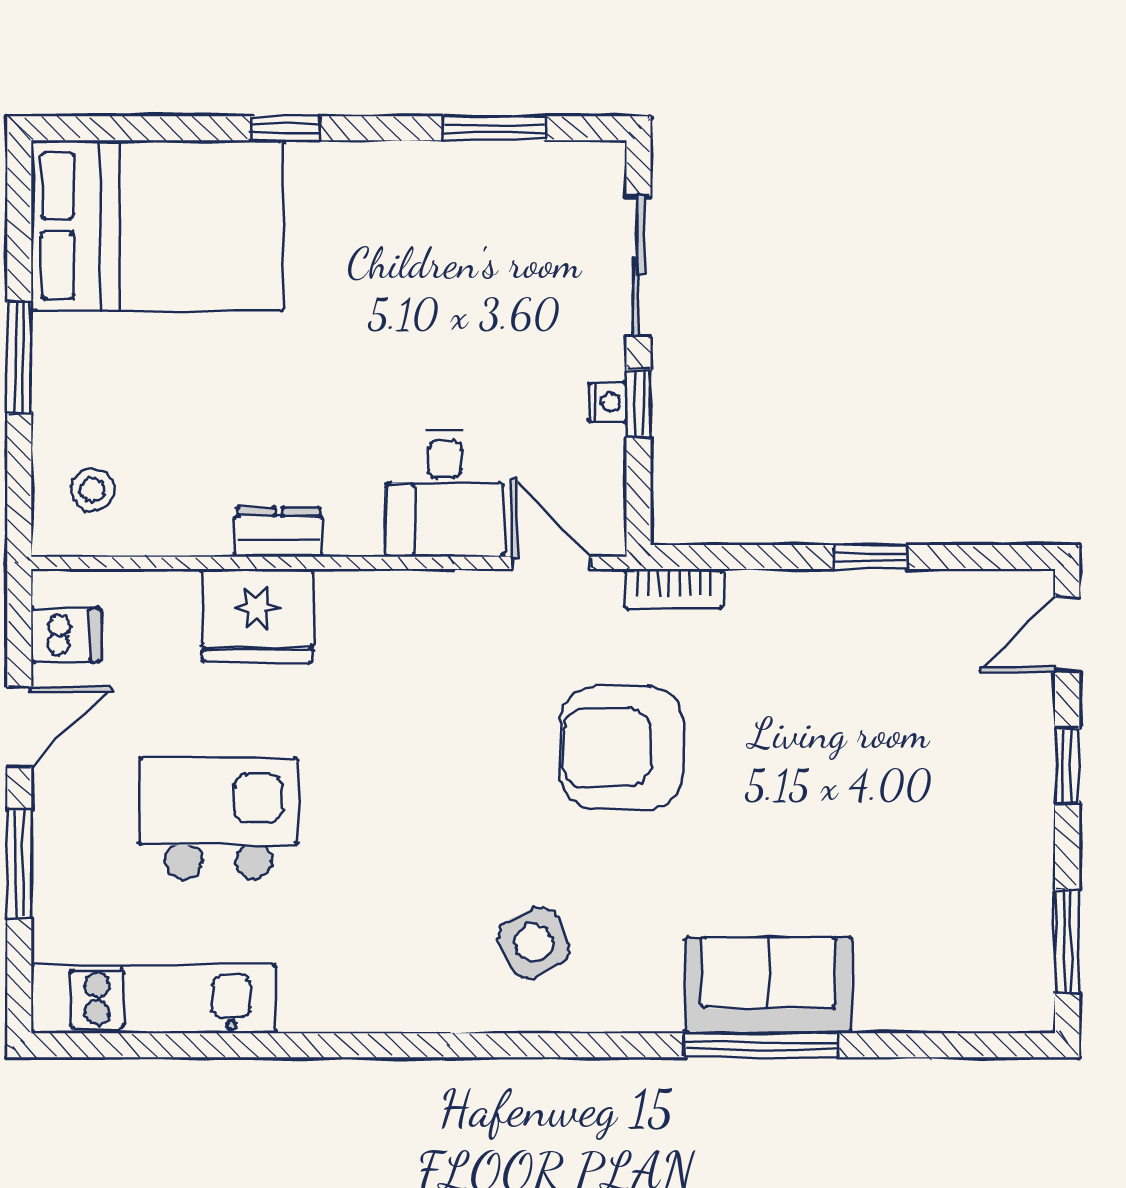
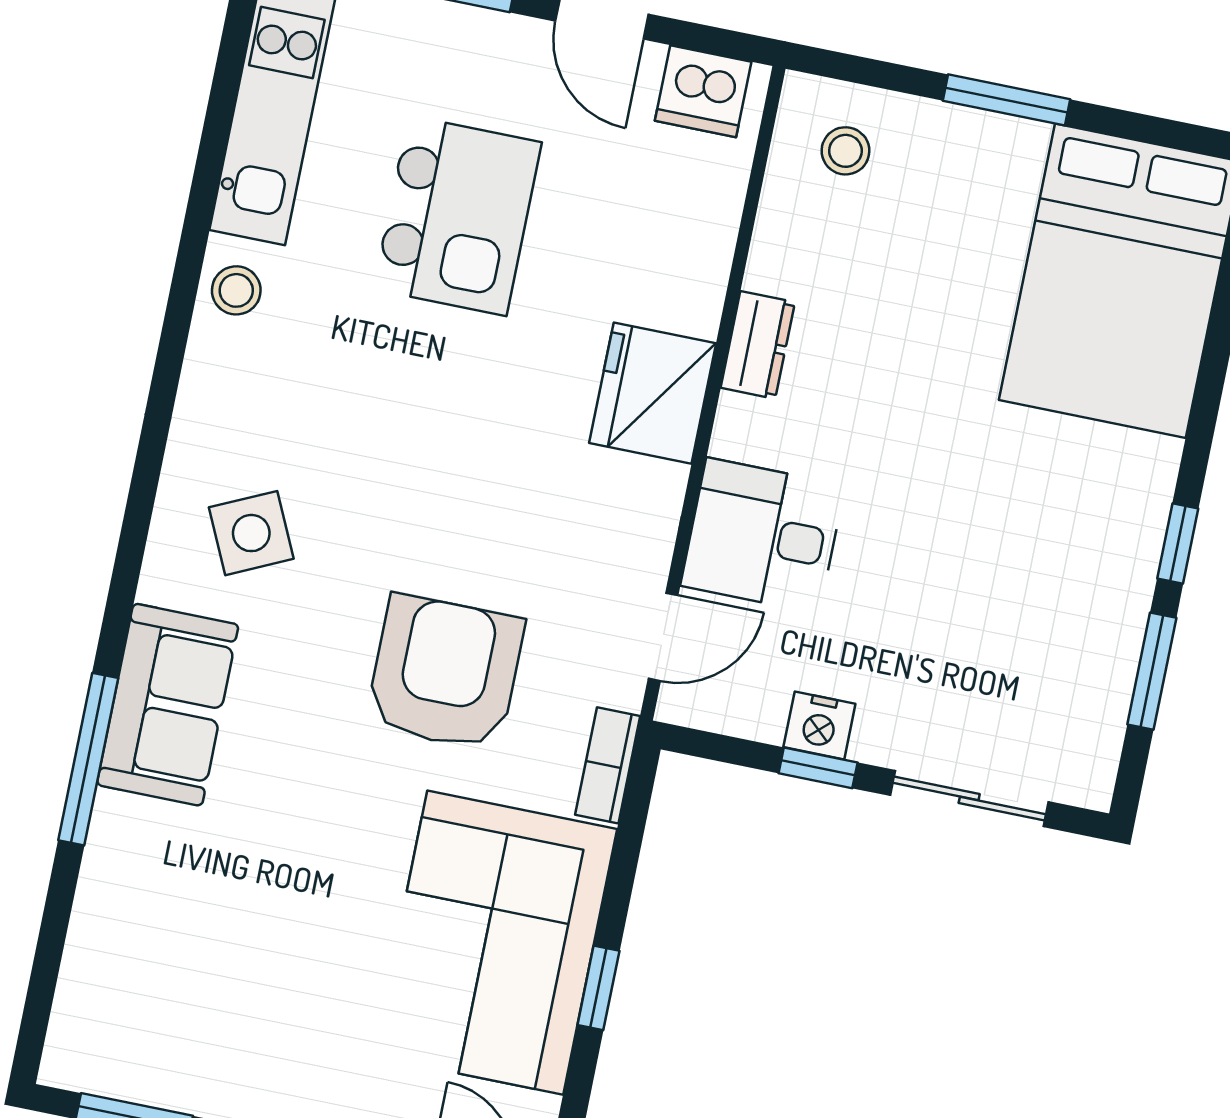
window: (285, 128) -> (1178, 544), moved
nightstand: (608, 402) -> (819, 725), width x1.39, depth x1.35
fridge: (257, 616) -> (653, 393), moved
dishwasher: (66, 635) -> (703, 91), width x1.38
corner sofa: (849, 656) -> (495, 943), added
sofa: (768, 985) -> (168, 705), moved
stool: (324, 999) -> (236, 290), added

